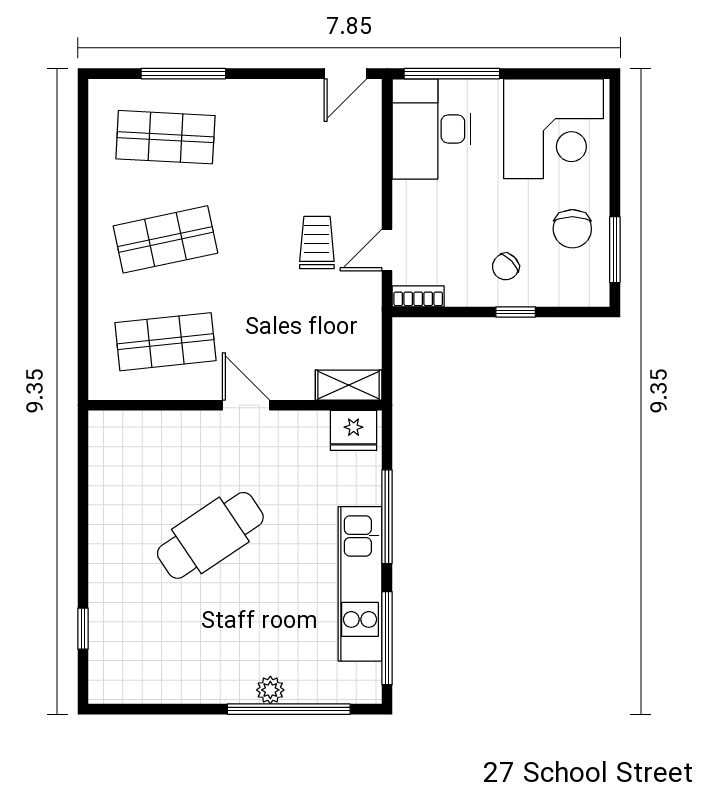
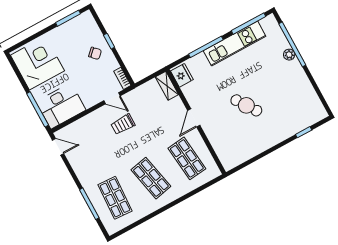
chair: (572, 229) -> (69, 37), removed
cafe table: (210, 535) -> (246, 105), width x0.73, depth x0.74

